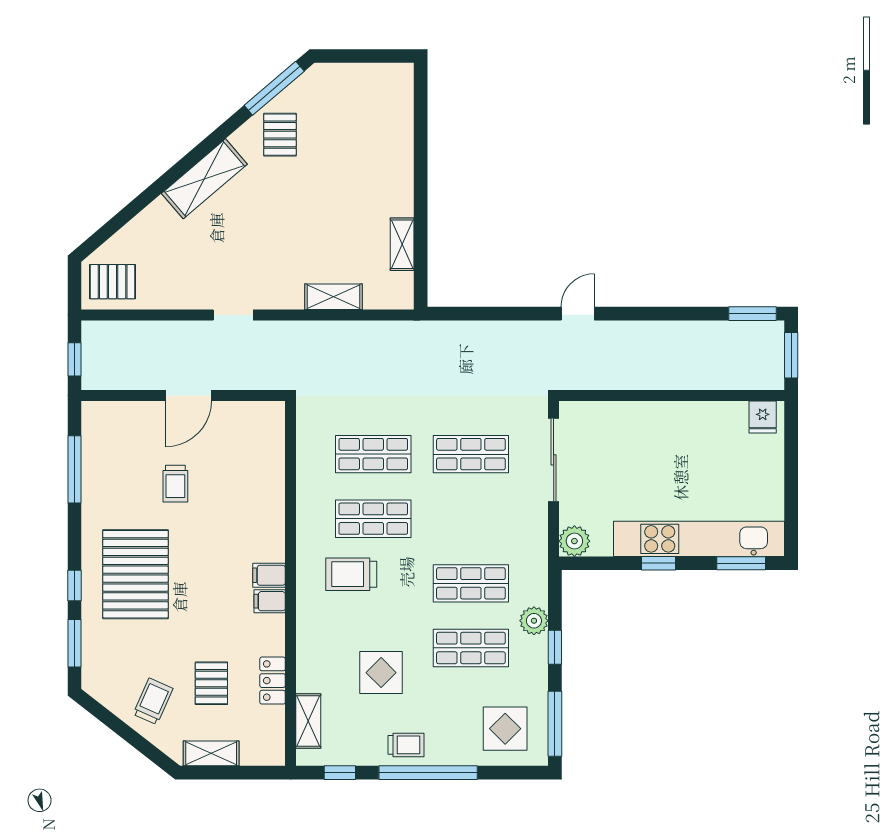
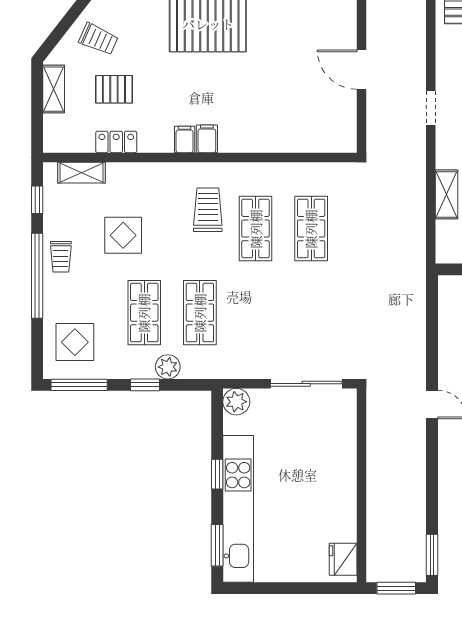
fridge: (763, 417) -> (343, 559), width x1.38
shop shelf: (471, 454) -> (311, 313), removed
trolley: (175, 484) -> (286, 58), removed

